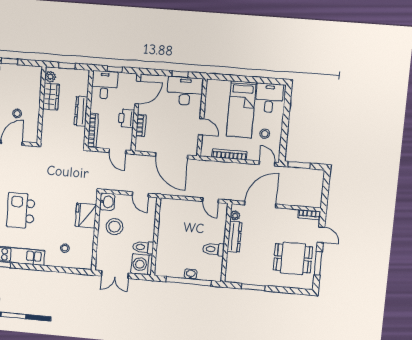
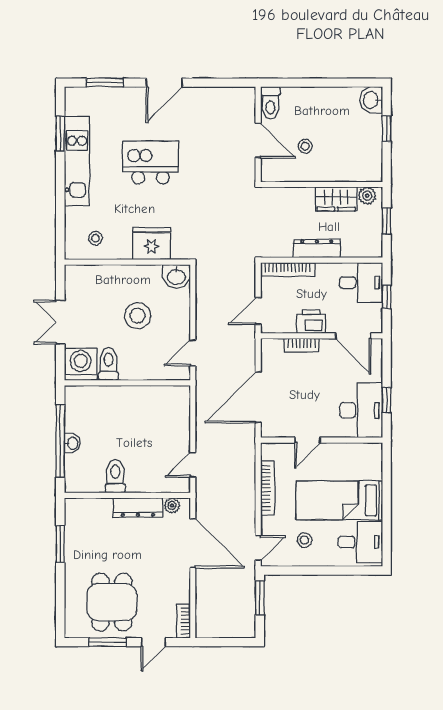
washbasin: (107, 202) -> (176, 276), moved
fridge: (86, 215) -> (152, 244), moved
wall: (96, 231) -> (127, 262), moved

